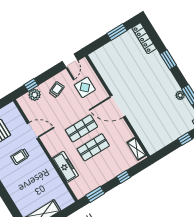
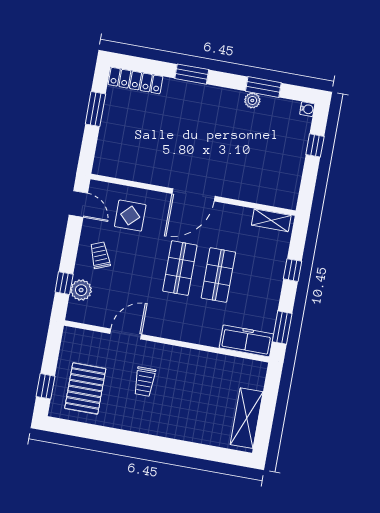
freezer: (65, 167) -> (246, 341), moved

